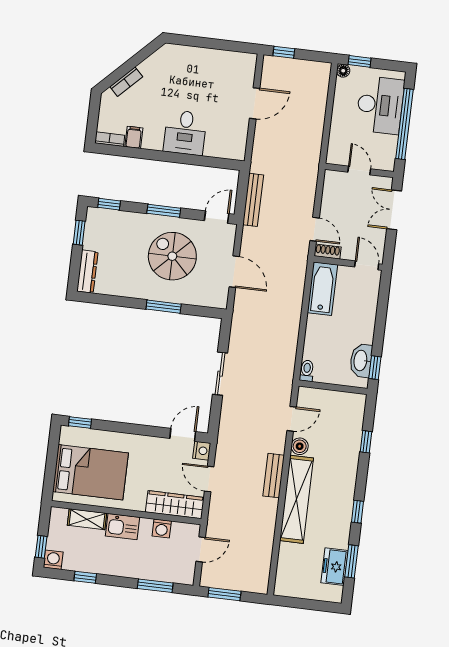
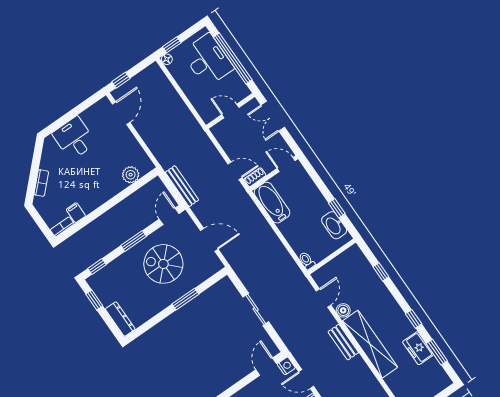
door: (255, 103) -> (121, 113), moved
desk: (185, 133) -> (74, 138), moved, turned 180
plant: (215, 147) -> (131, 175), added
window: (375, 368) -> (337, 208), moved
freezer: (335, 567) -> (418, 348), moved

